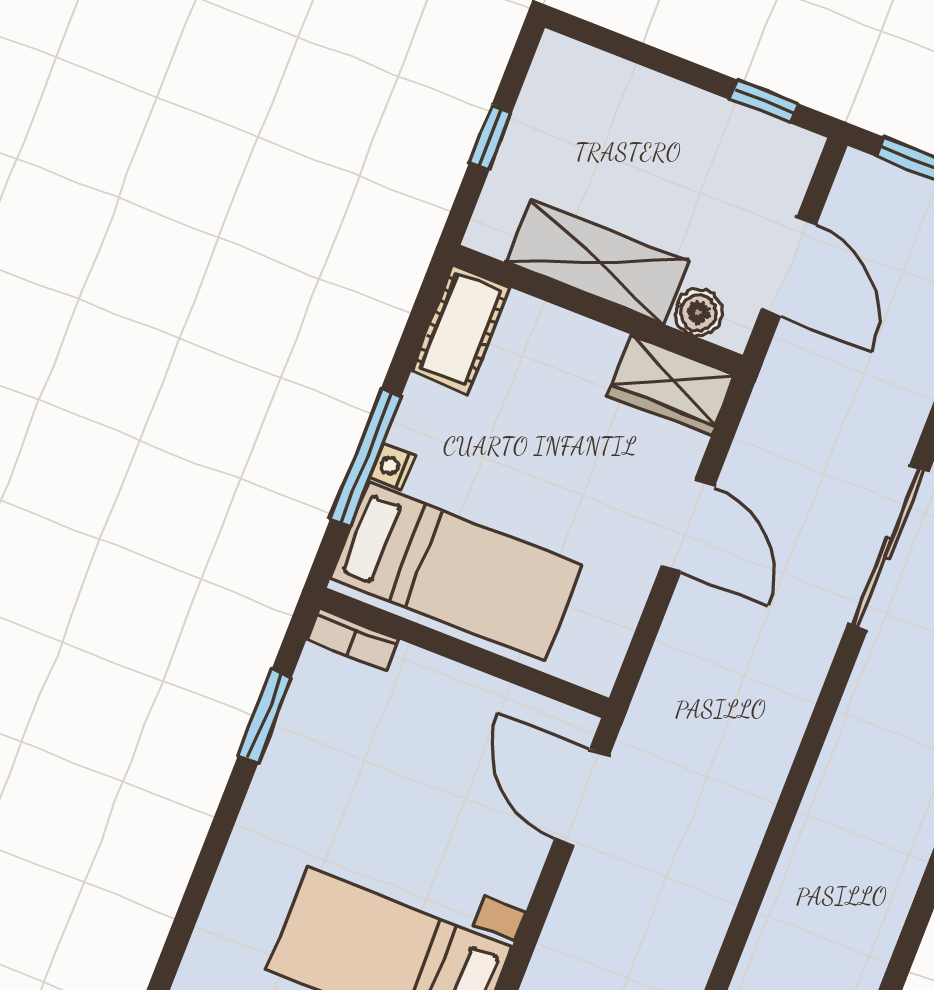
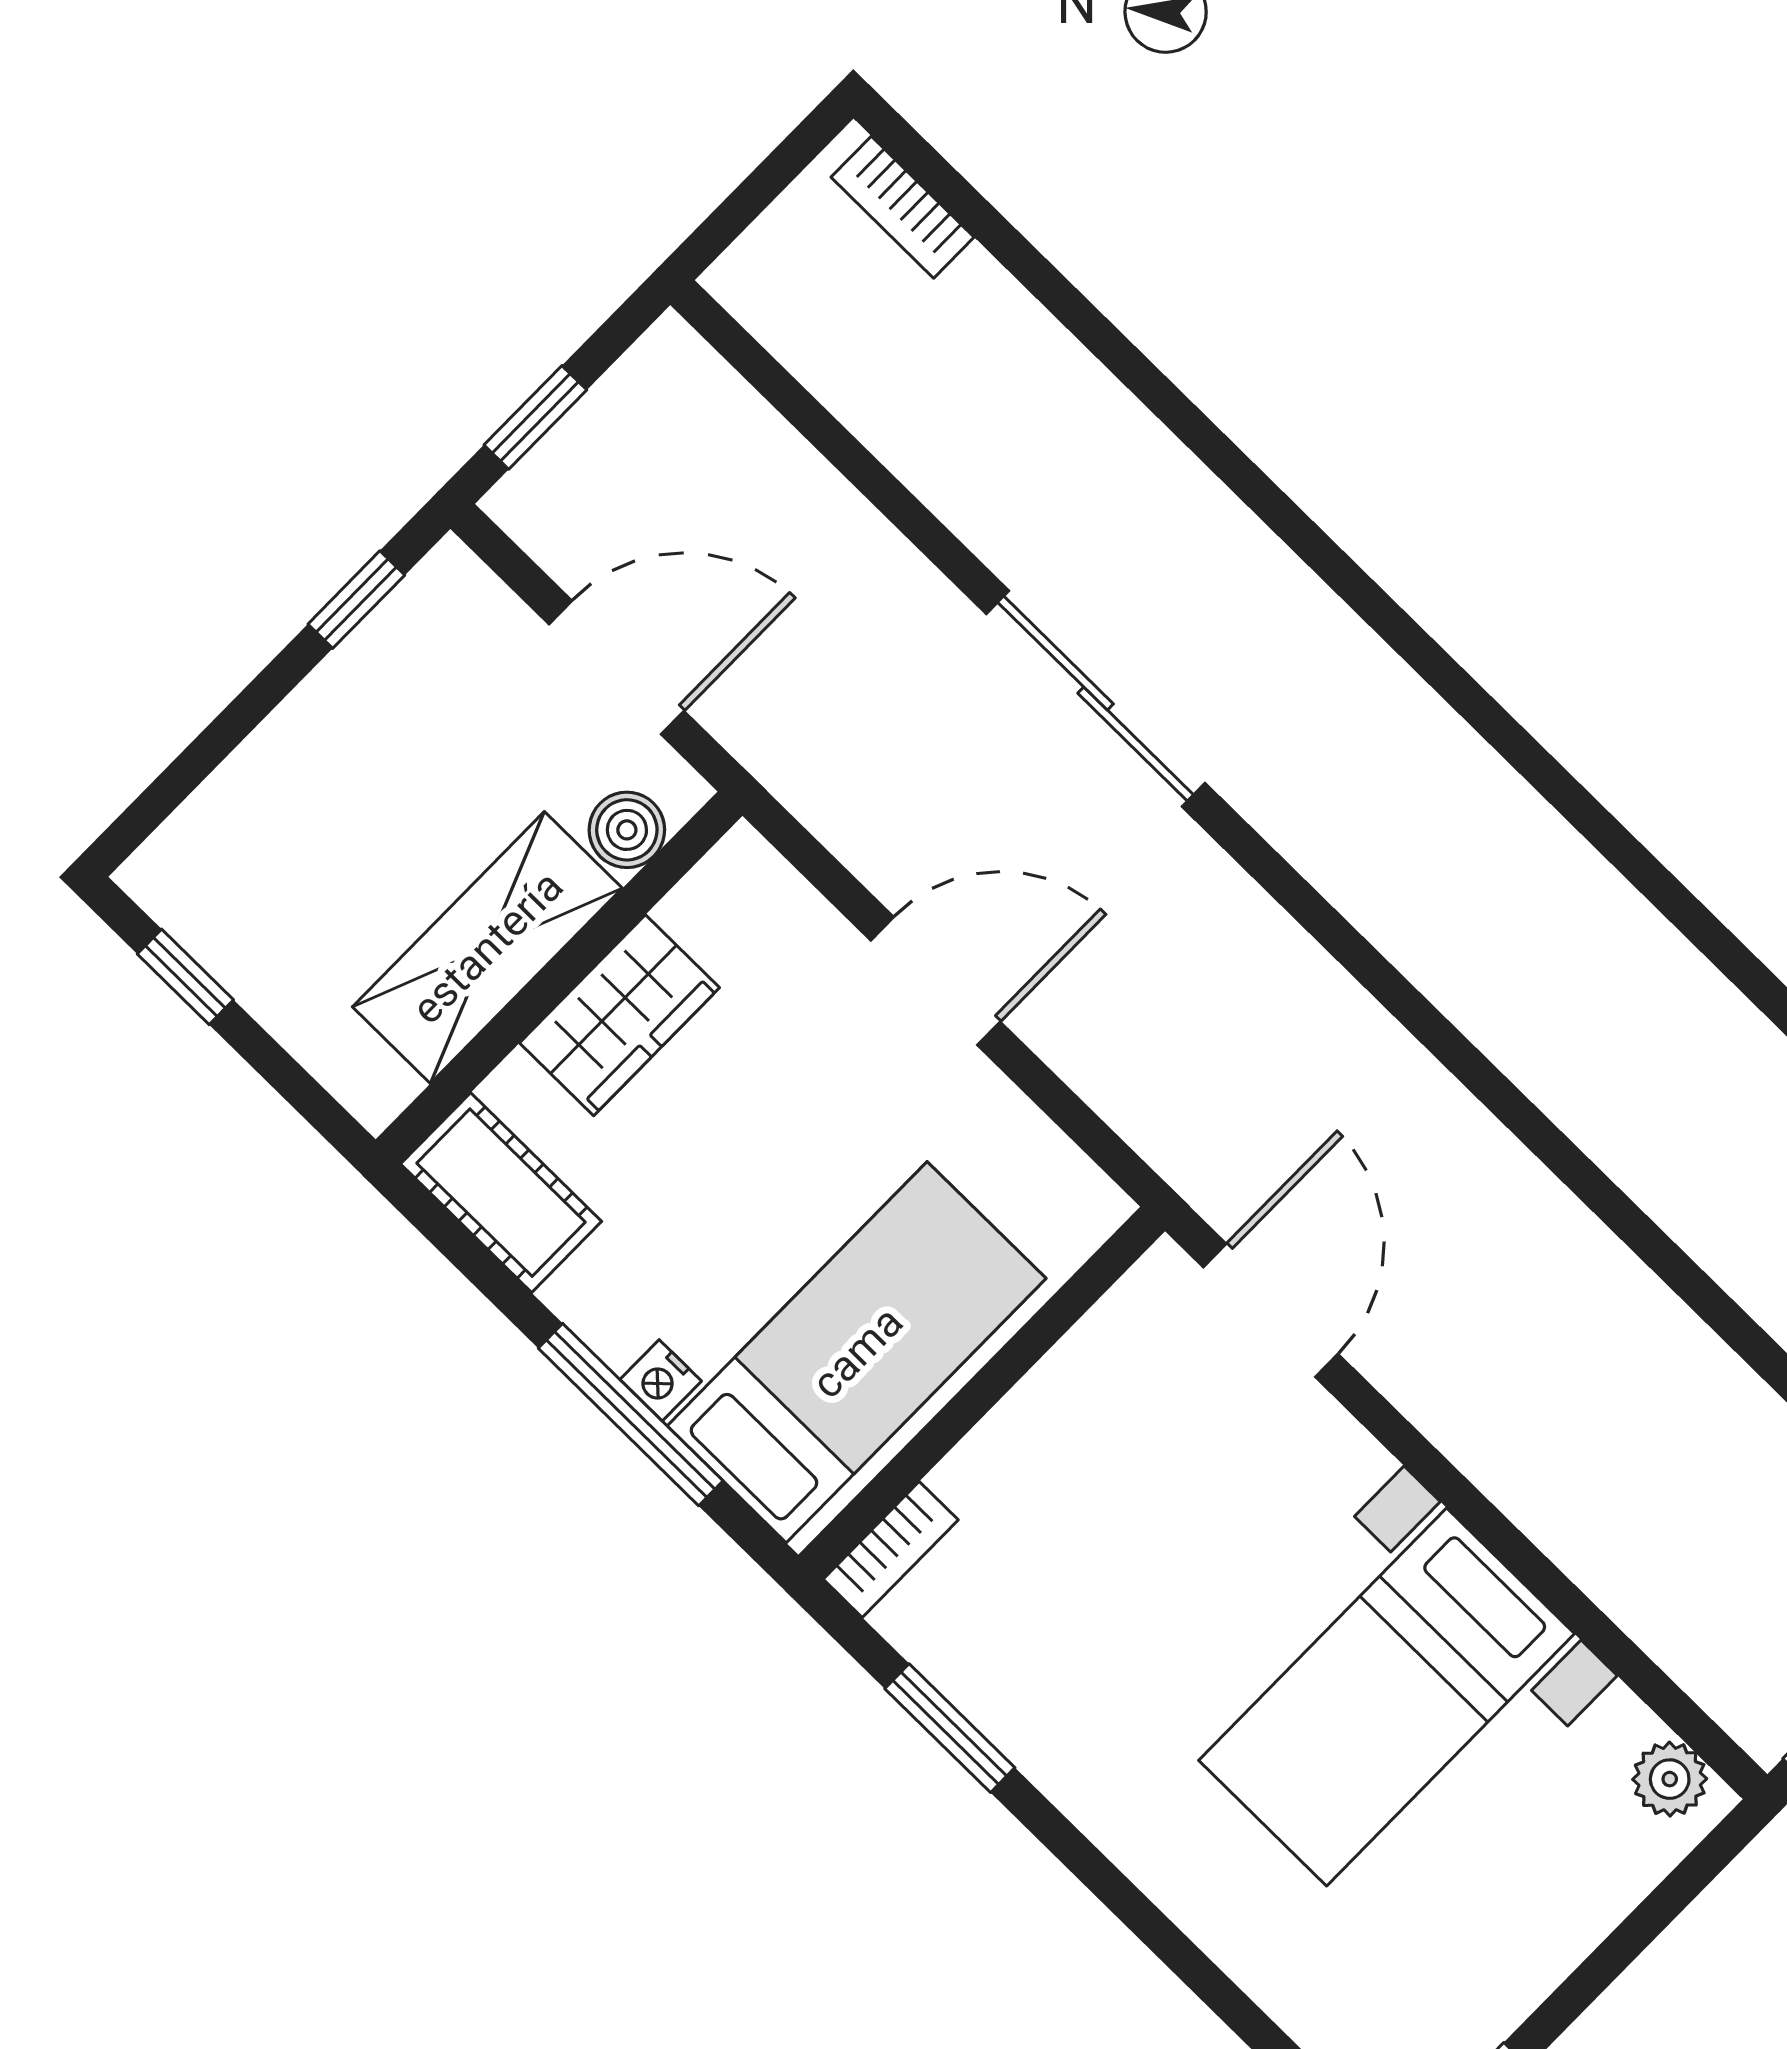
window: (491, 137) -> (185, 977), moved
wardrobe: (671, 385) -> (619, 1015), moved
door: (582, 798) -> (1271, 1310), swing flipped

